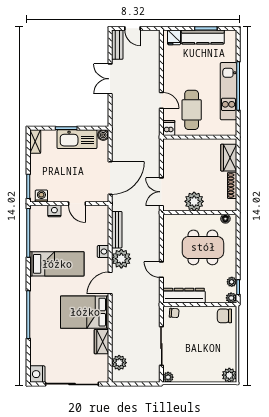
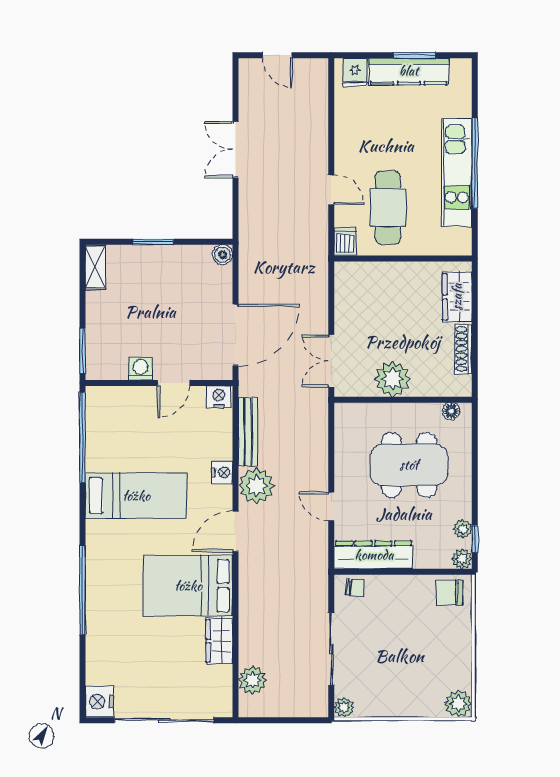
bench: (117, 45) -> (249, 86), removed
kitchen sink: (77, 139) -> (174, 262), removed
washing machine: (41, 196) -> (140, 369), moved
door: (77, 204) -> (174, 383), hinge flipped
nightstand: (54, 211) -> (219, 397), moved

